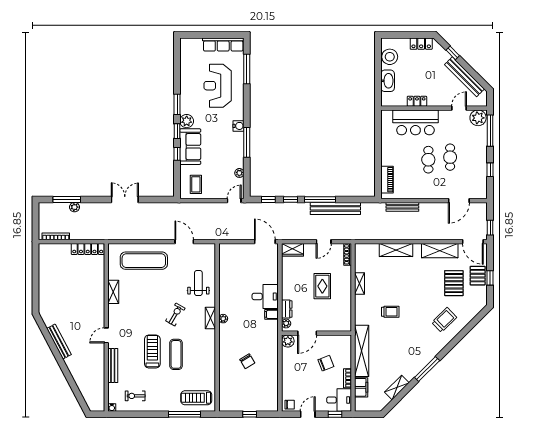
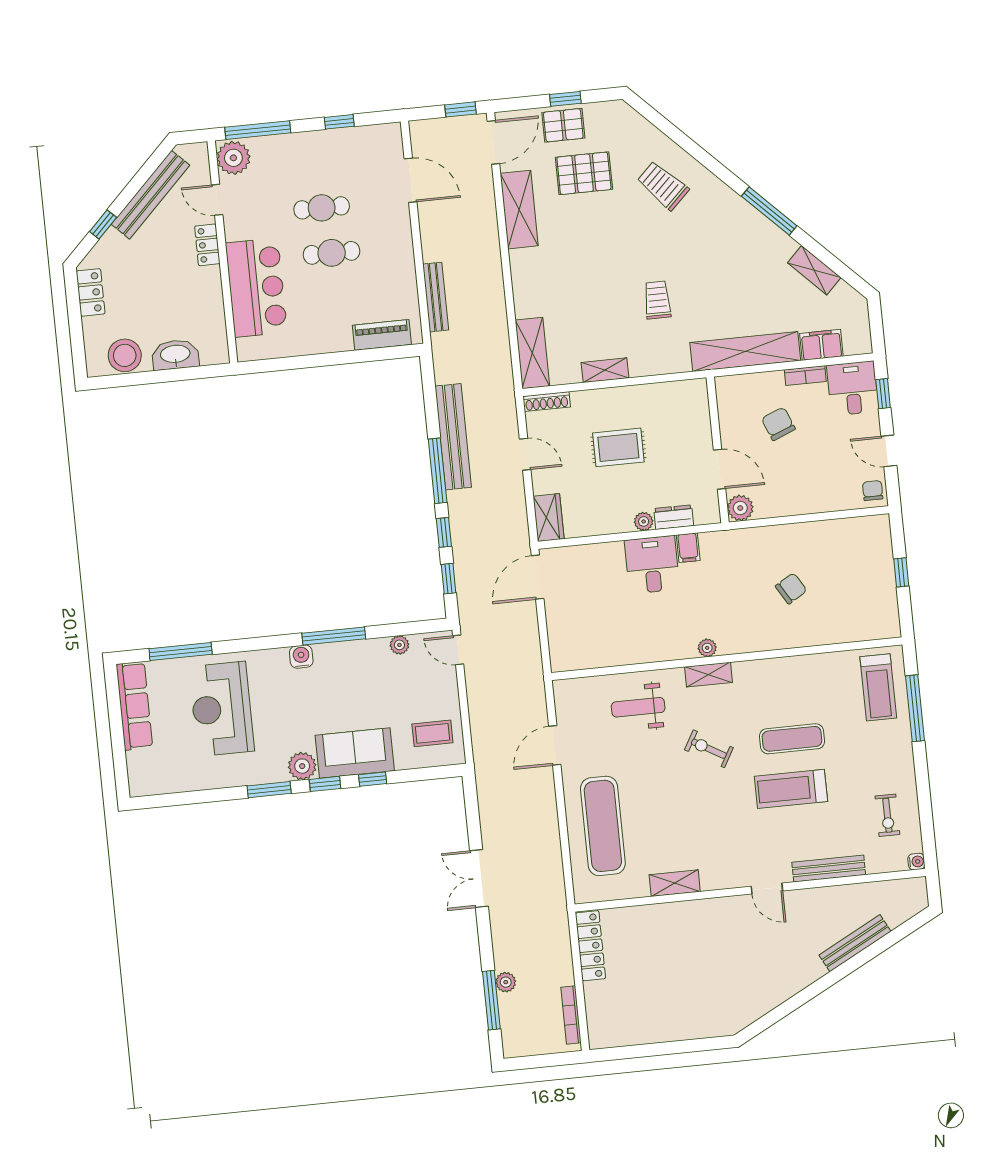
reception desk: (218, 86) -> (222, 709), turned 90
locker: (417, 101) -> (207, 245), moved
shelving: (396, 250) -> (532, 353), moved
plant: (286, 323) -> (644, 521), moved
bench: (59, 342) -> (855, 943), moved

